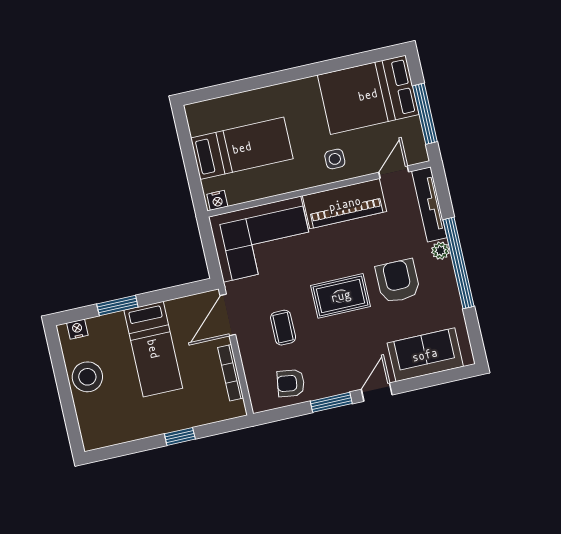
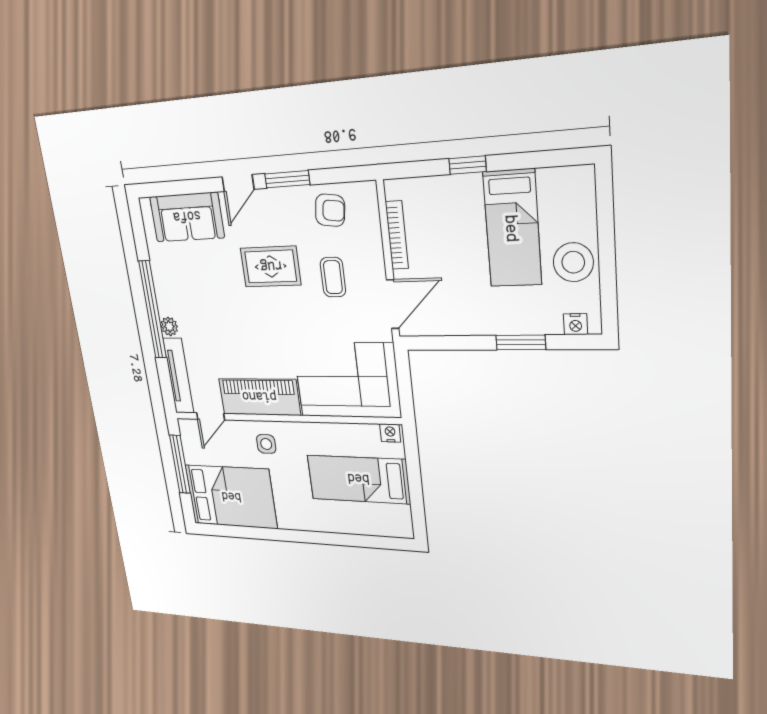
armchair: (398, 281) -> (211, 304), removed
rug: (341, 296) -> (271, 267), moved
bed: (153, 349) -> (512, 229), moved, turned 180

